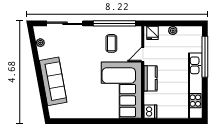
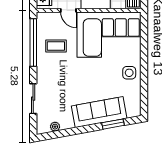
sliding door: (65, 23) -> (33, 99), width x0.73
window: (43, 94) -> (113, 124), added
side table: (88, 108) -> (129, 73), added

